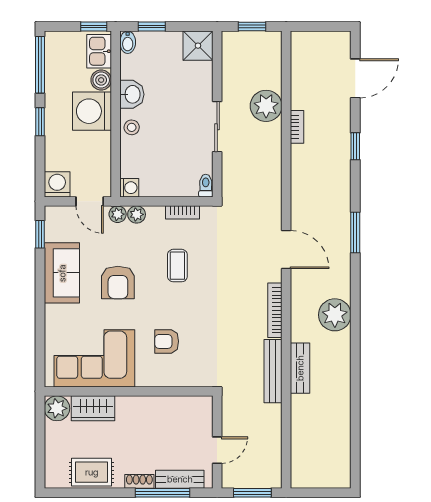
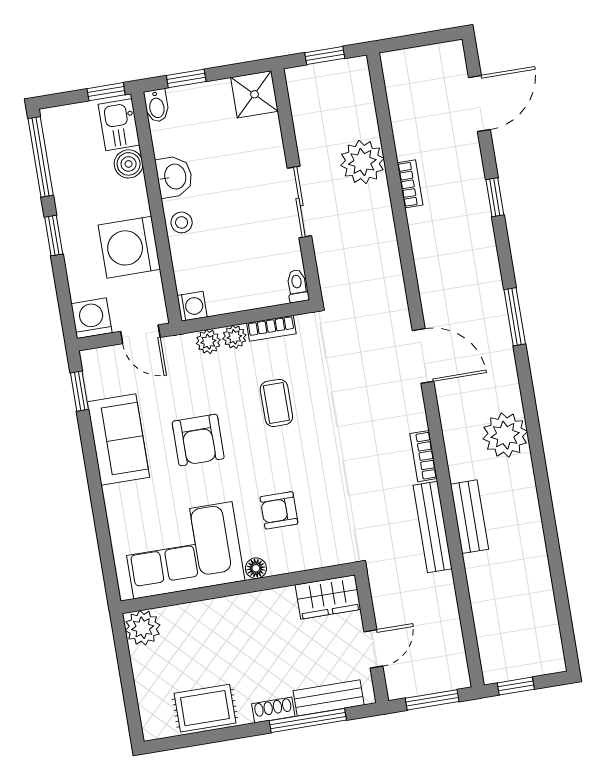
washing machine: (92, 111) -> (129, 247), moved
plant: (118, 214) -> (234, 337), moved
bookcase: (275, 310) -> (424, 456), width x0.64
floor lamp: (144, 380) -> (256, 568), added
wardrobe: (93, 408) -> (328, 597), moved
window: (313, 493) -> (516, 686), added

